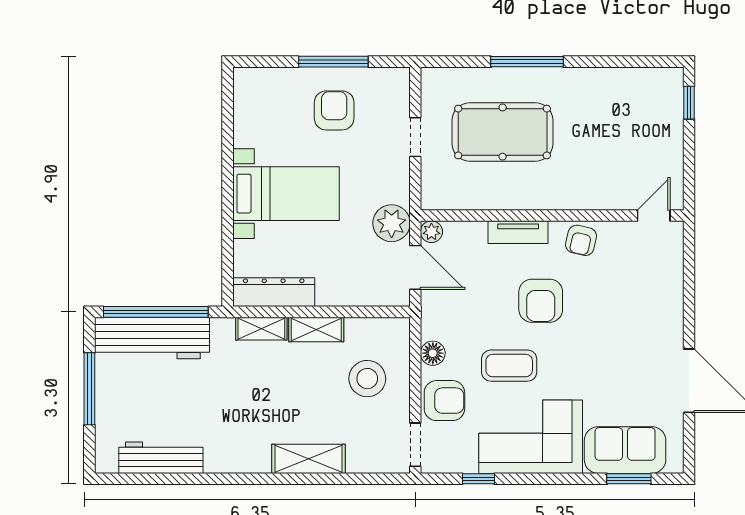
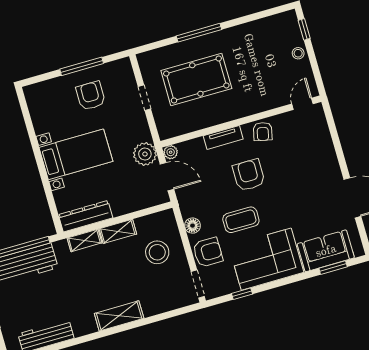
stool: (669, 136) -> (298, 53), added
armchair: (541, 301) -> (249, 175), turned 180
shelving: (309, 459) -> (119, 316), moved

